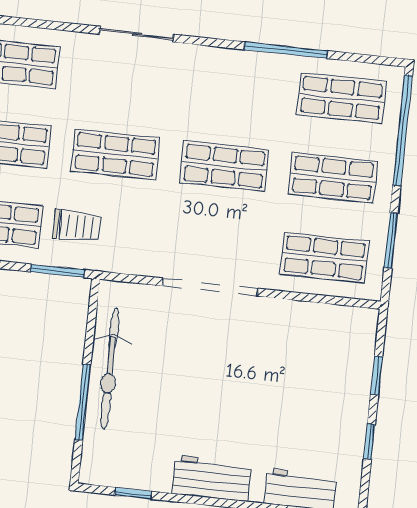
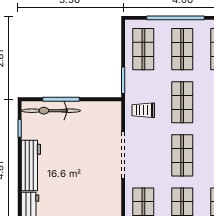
trolley: (77, 226) -> (143, 110), moved, turned 90
bicycle: (110, 369) -> (51, 111), moved
workbench: (212, 478) -> (31, 165), width x1.38

